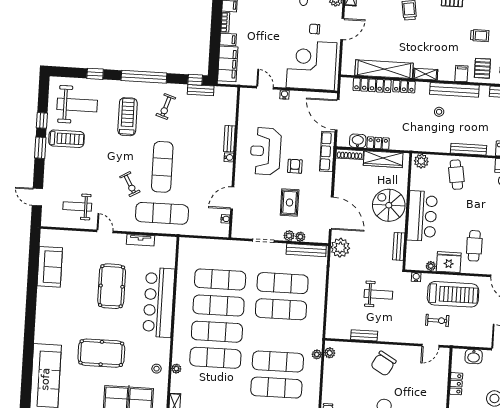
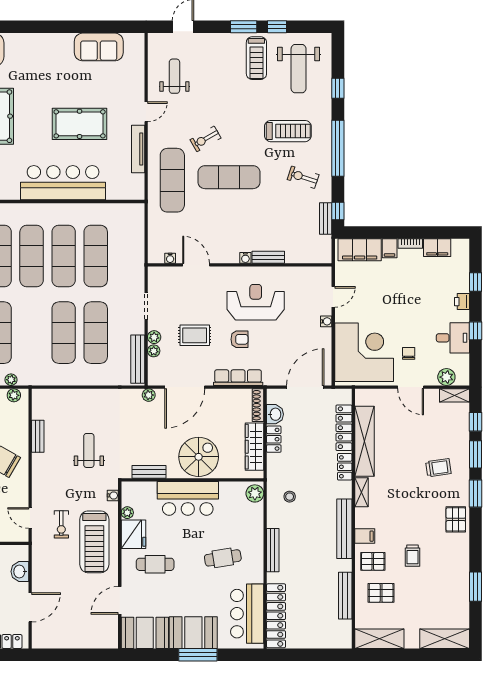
stool: (439, 112) -> (290, 497), moved
row of seats: (327, 151) -> (238, 378), moved
cafe table: (456, 175) -> (223, 558), moved
tv unit: (141, 240) -> (138, 149), width x1.41
plant: (340, 248) -> (149, 395), width x0.53, depth x0.53
weight bench: (378, 294) -> (89, 450), turned 180

